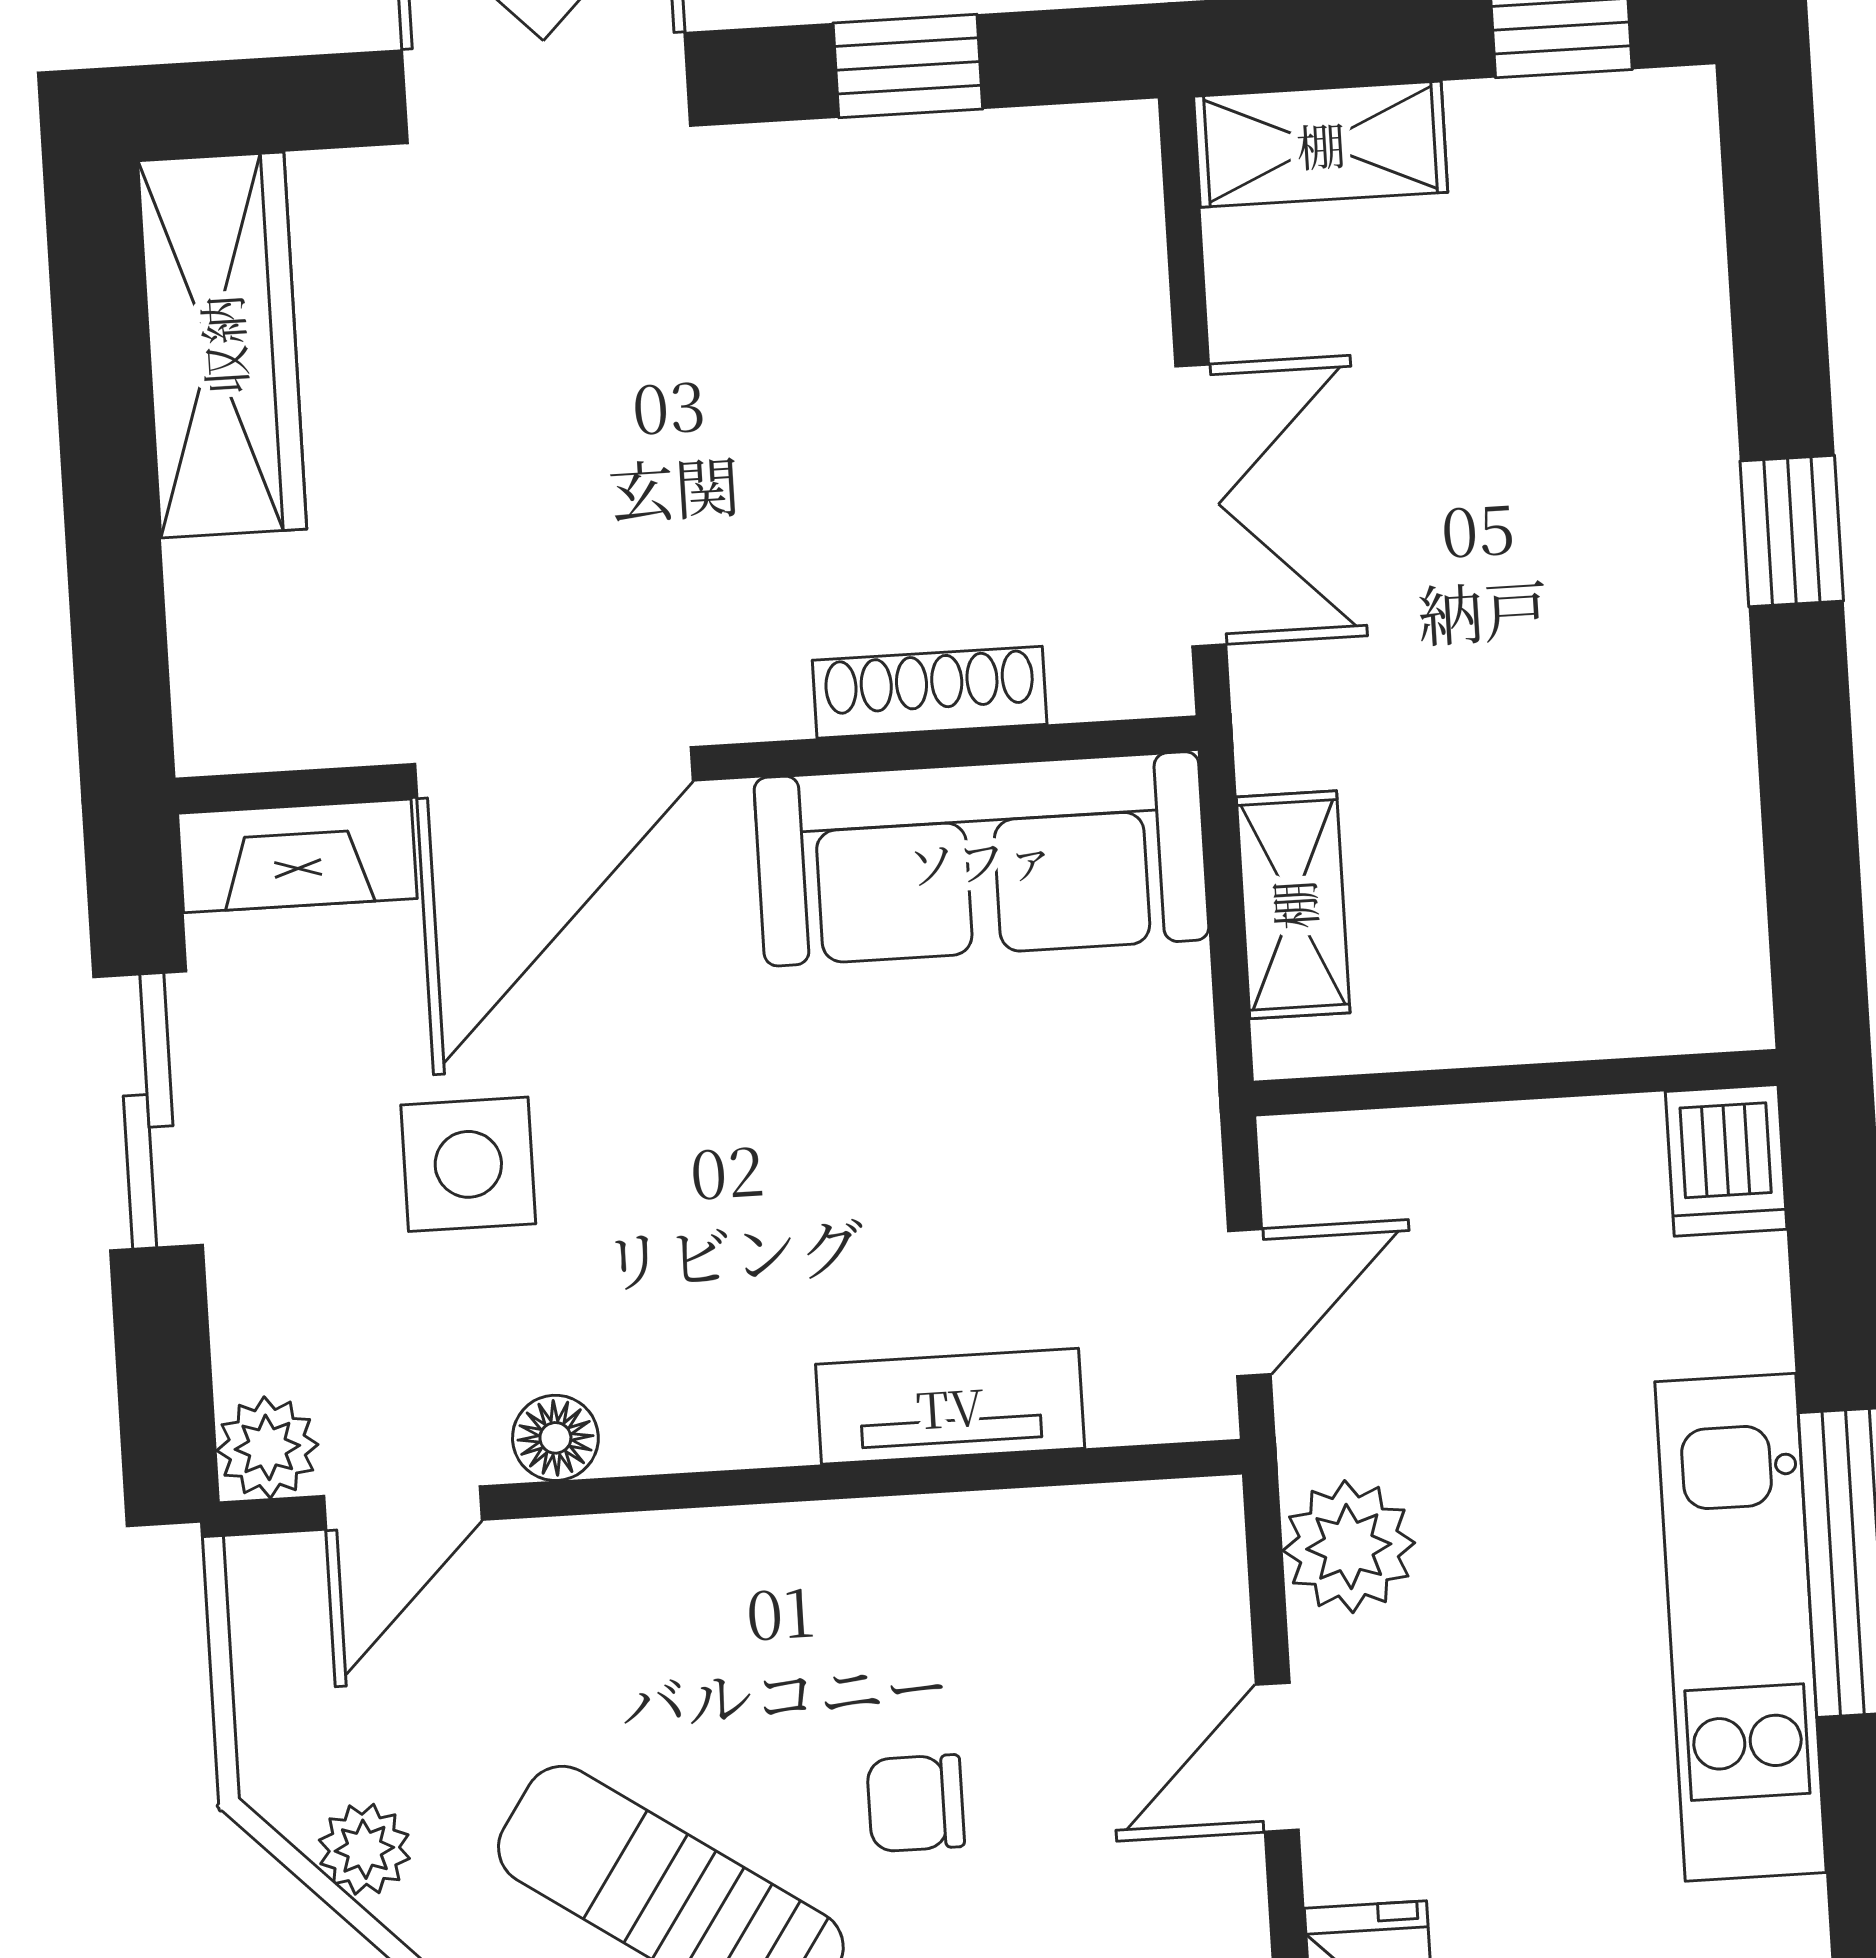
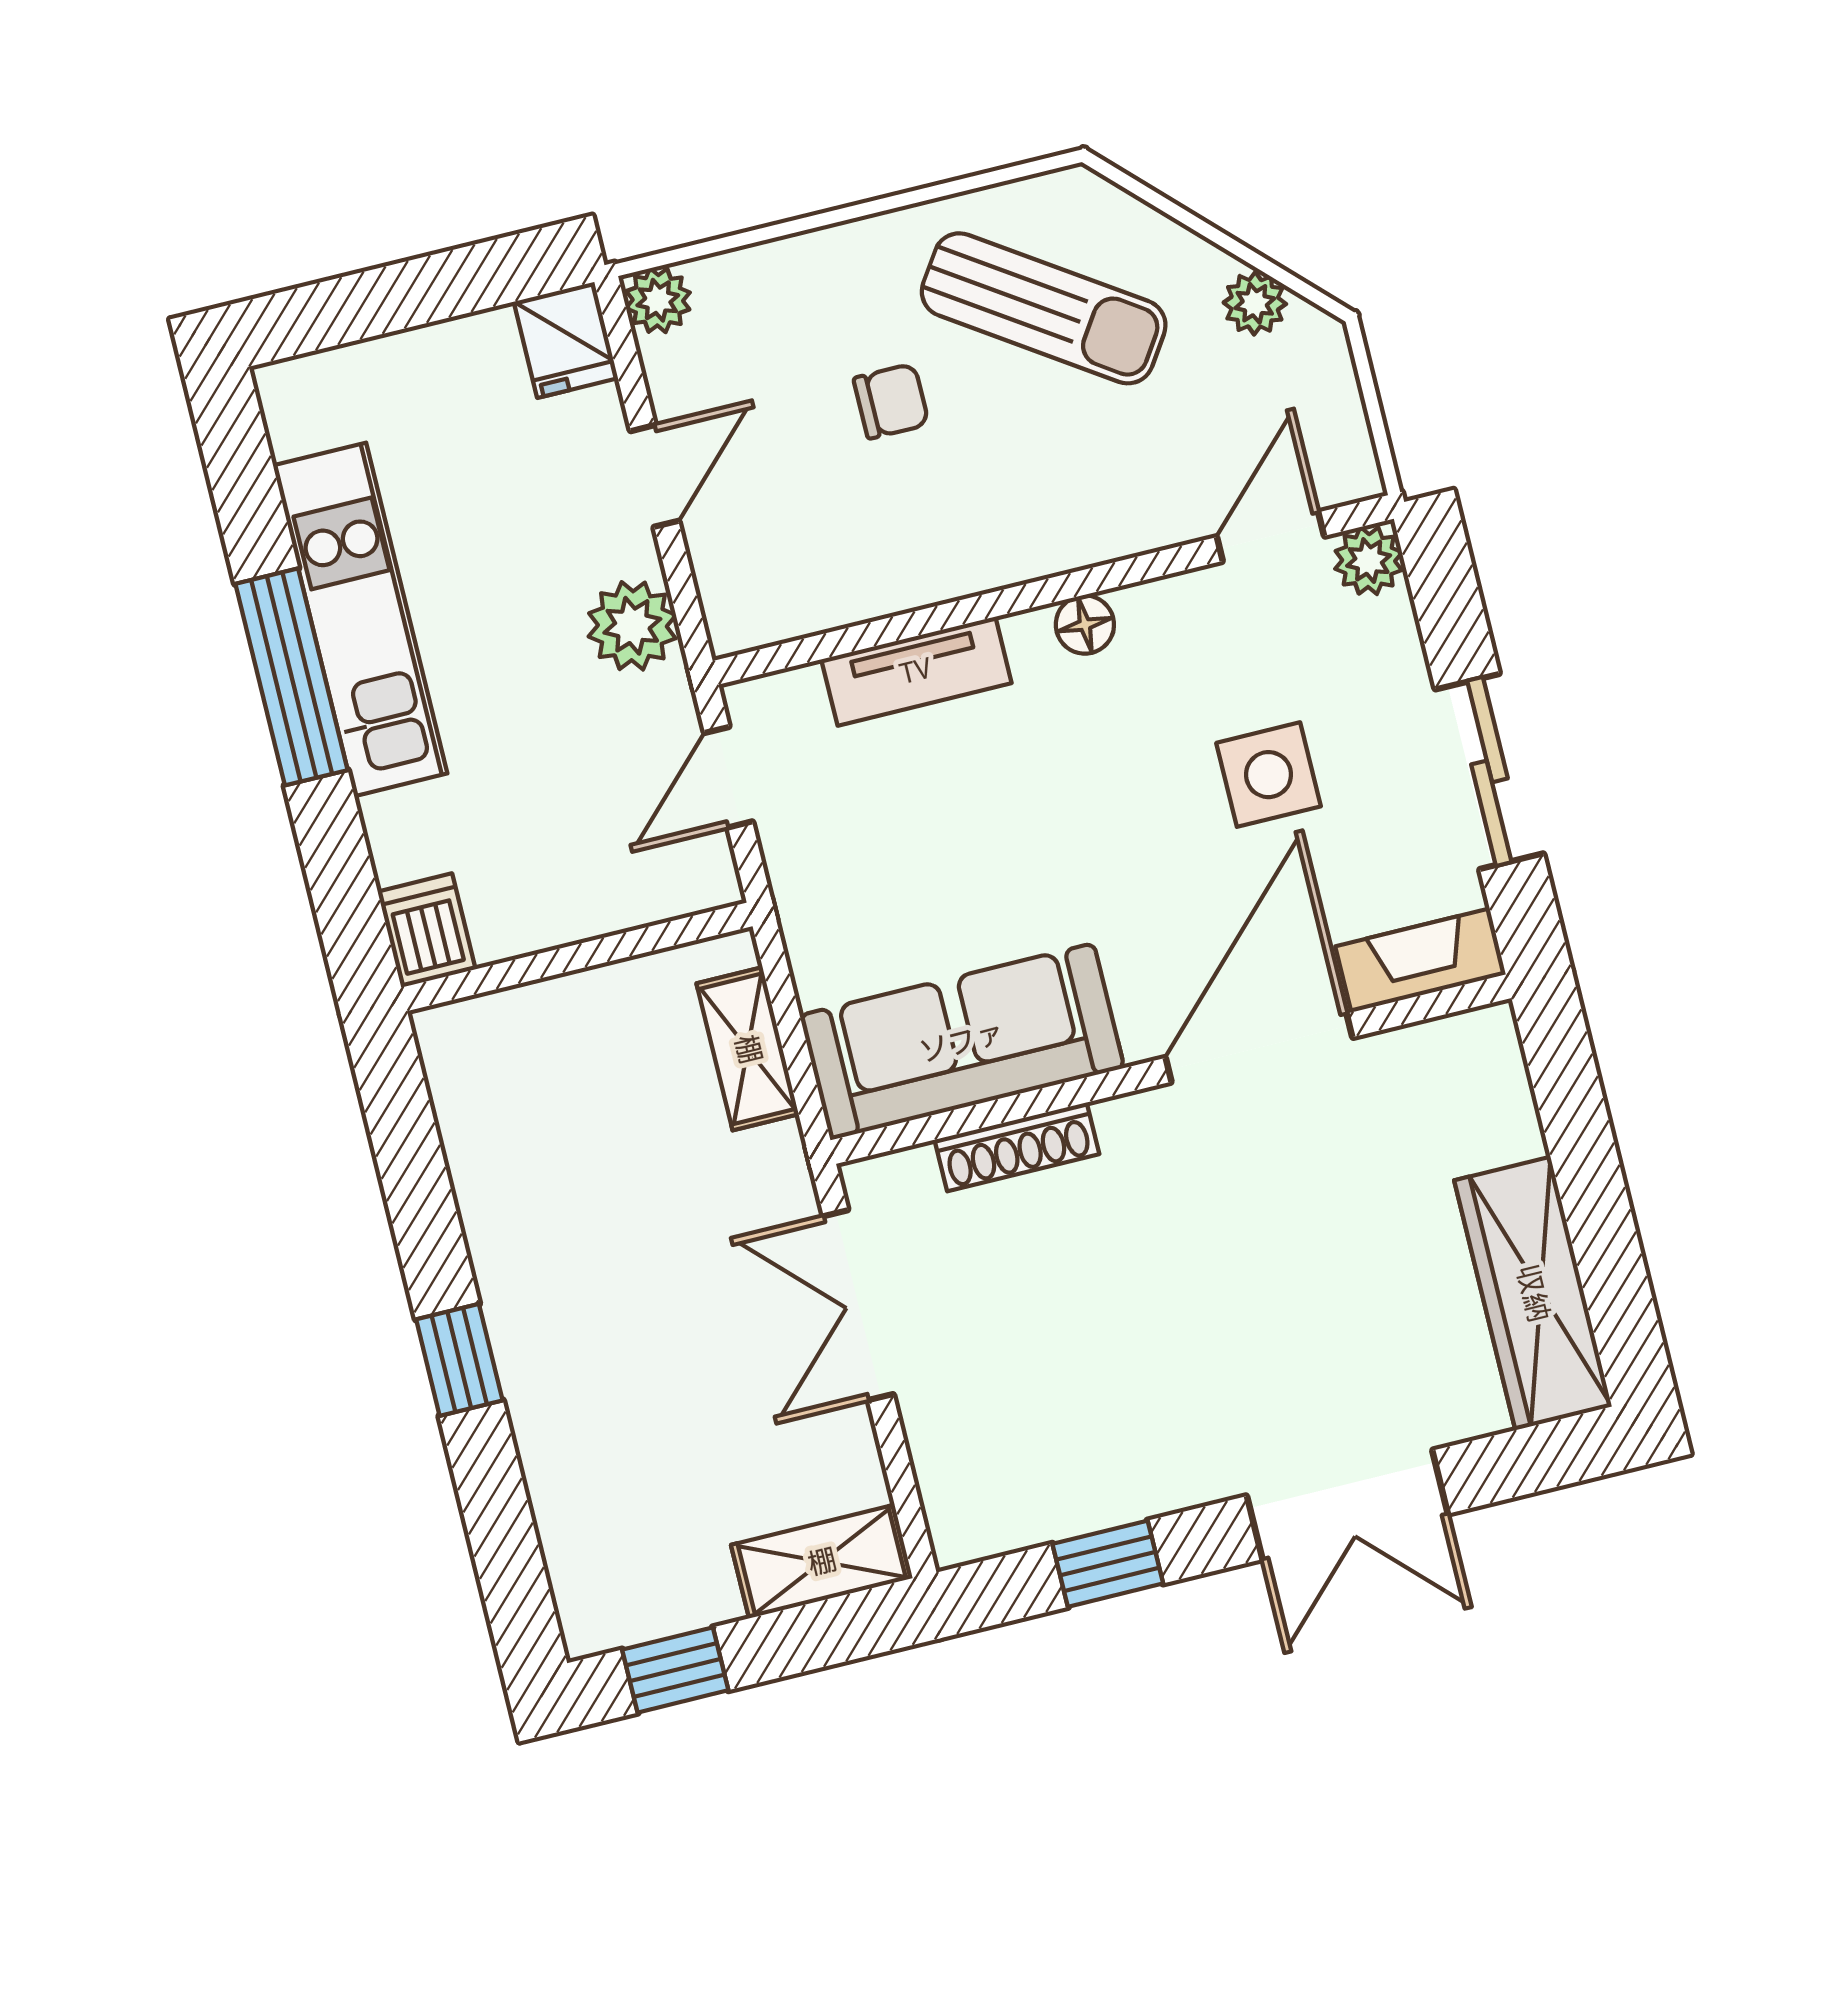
floor lamp: (555, 1438) -> (1085, 625), moved

